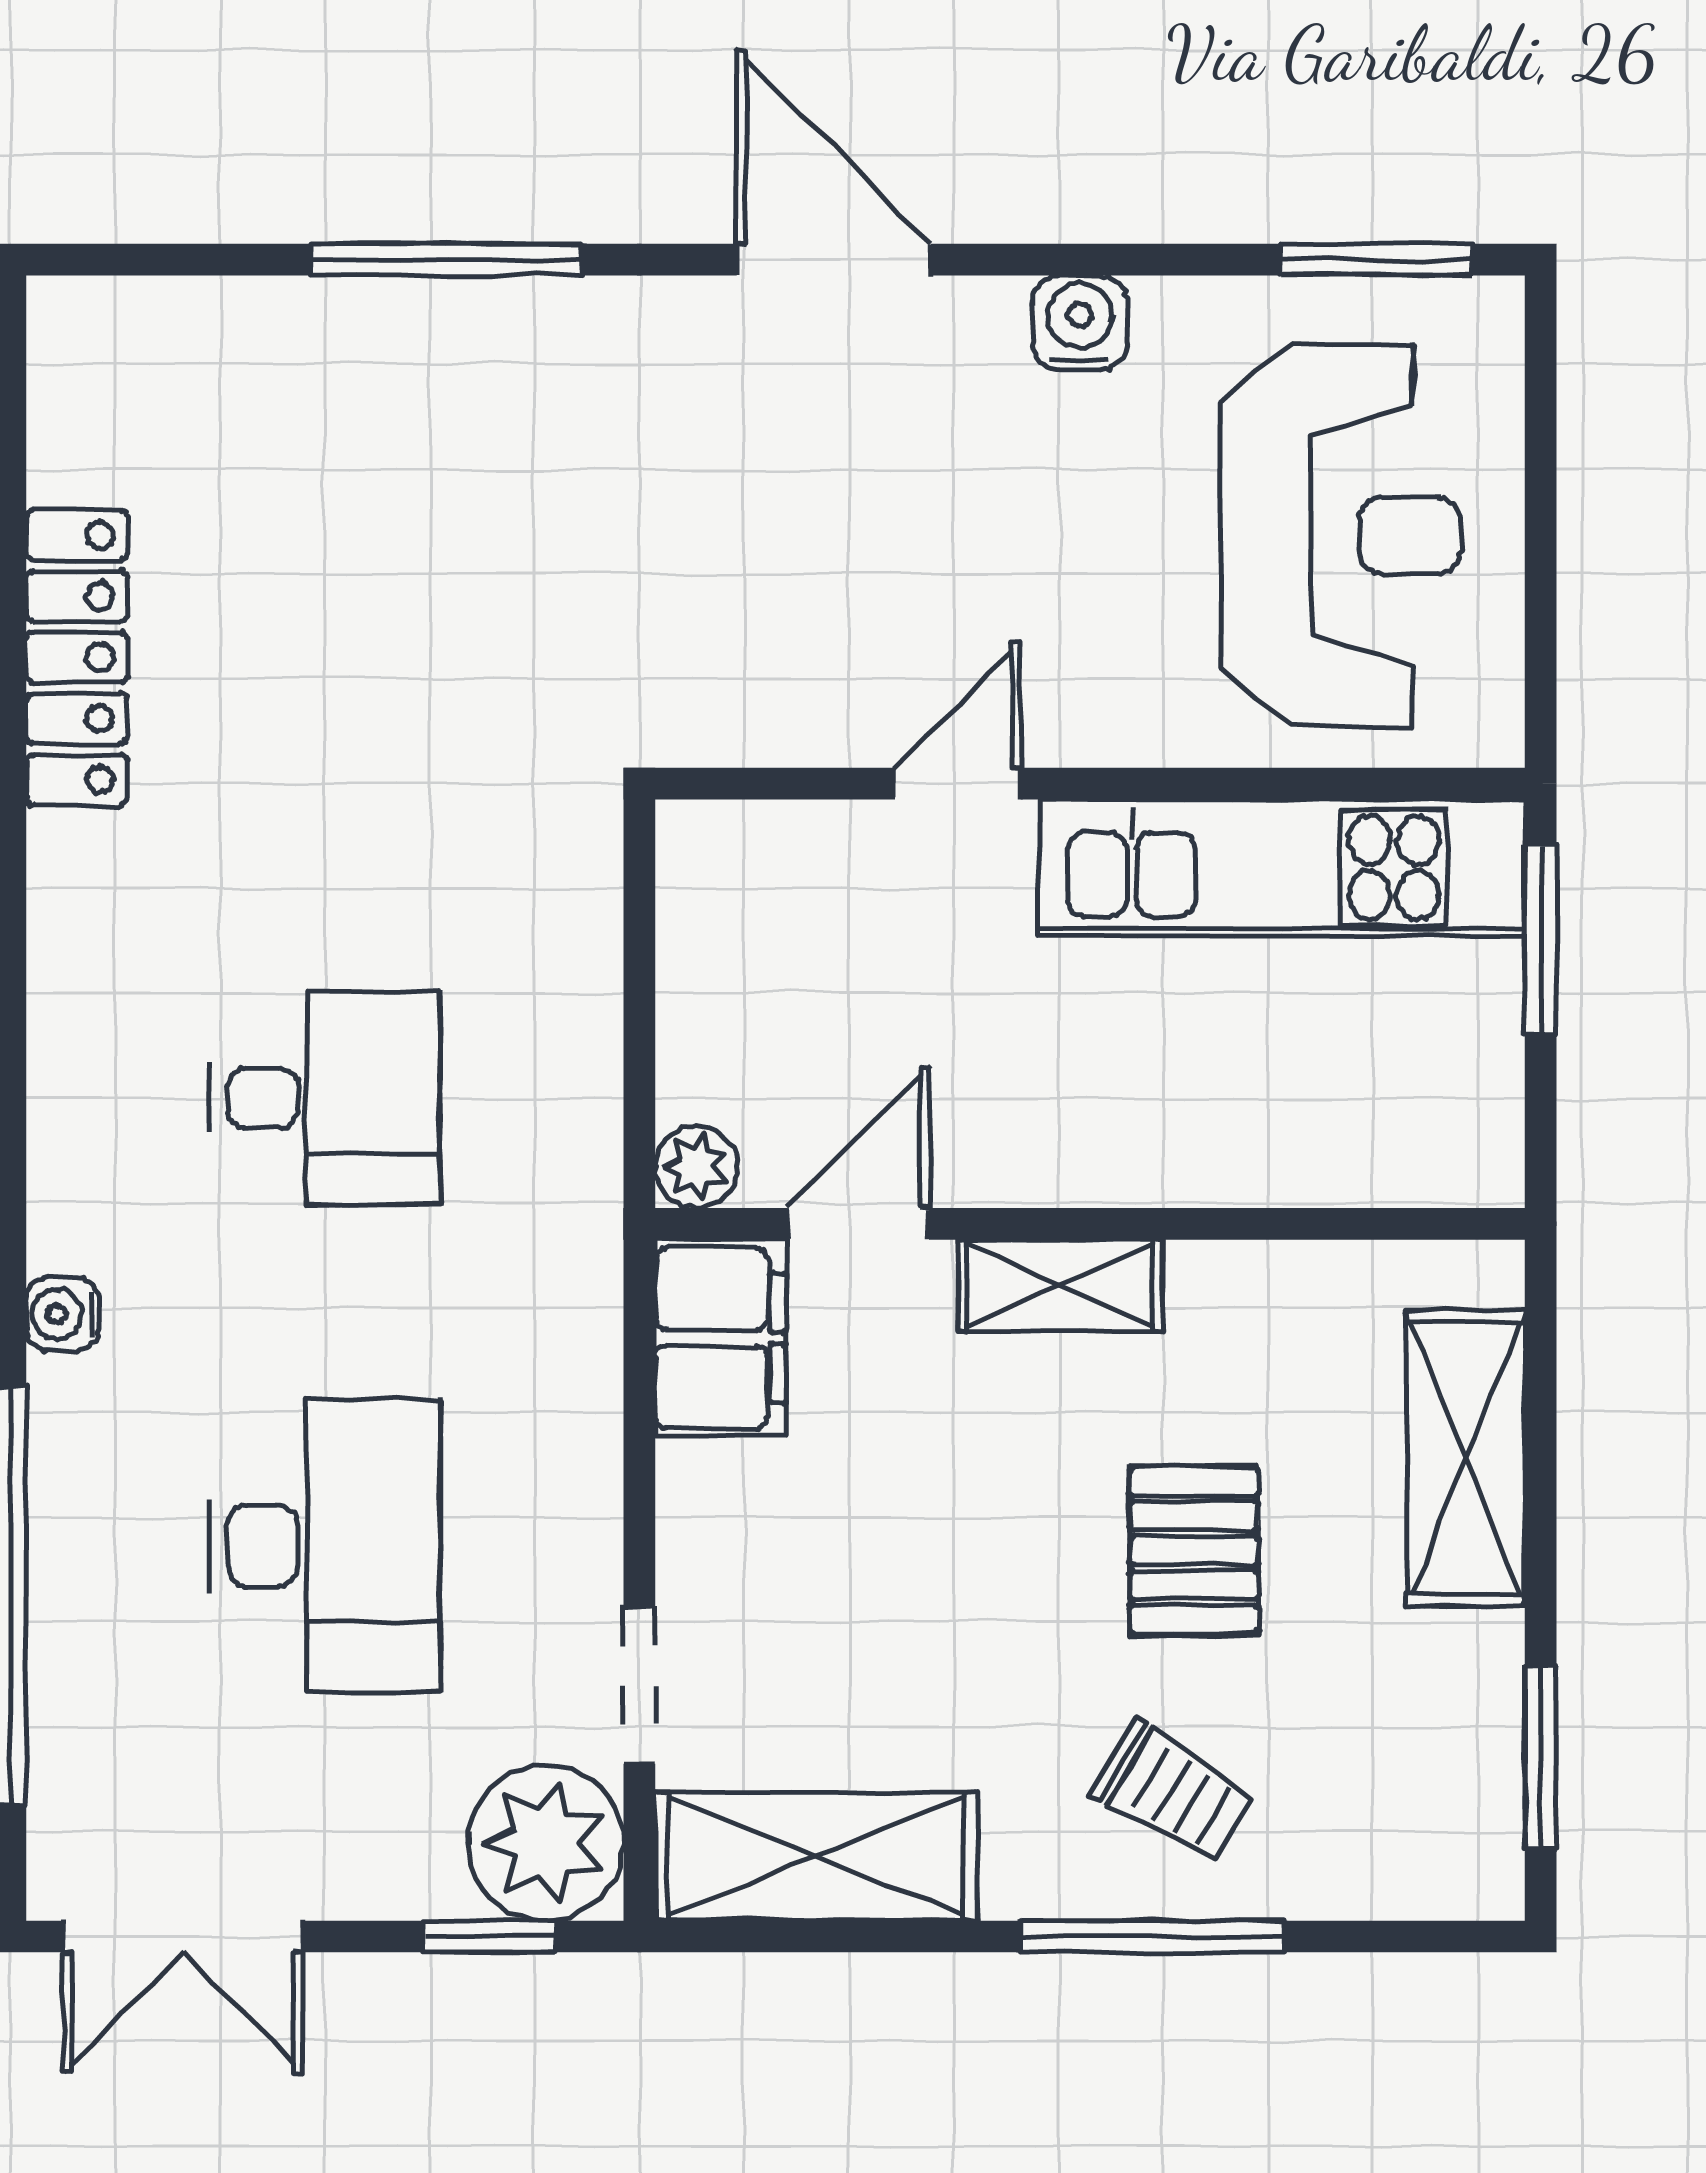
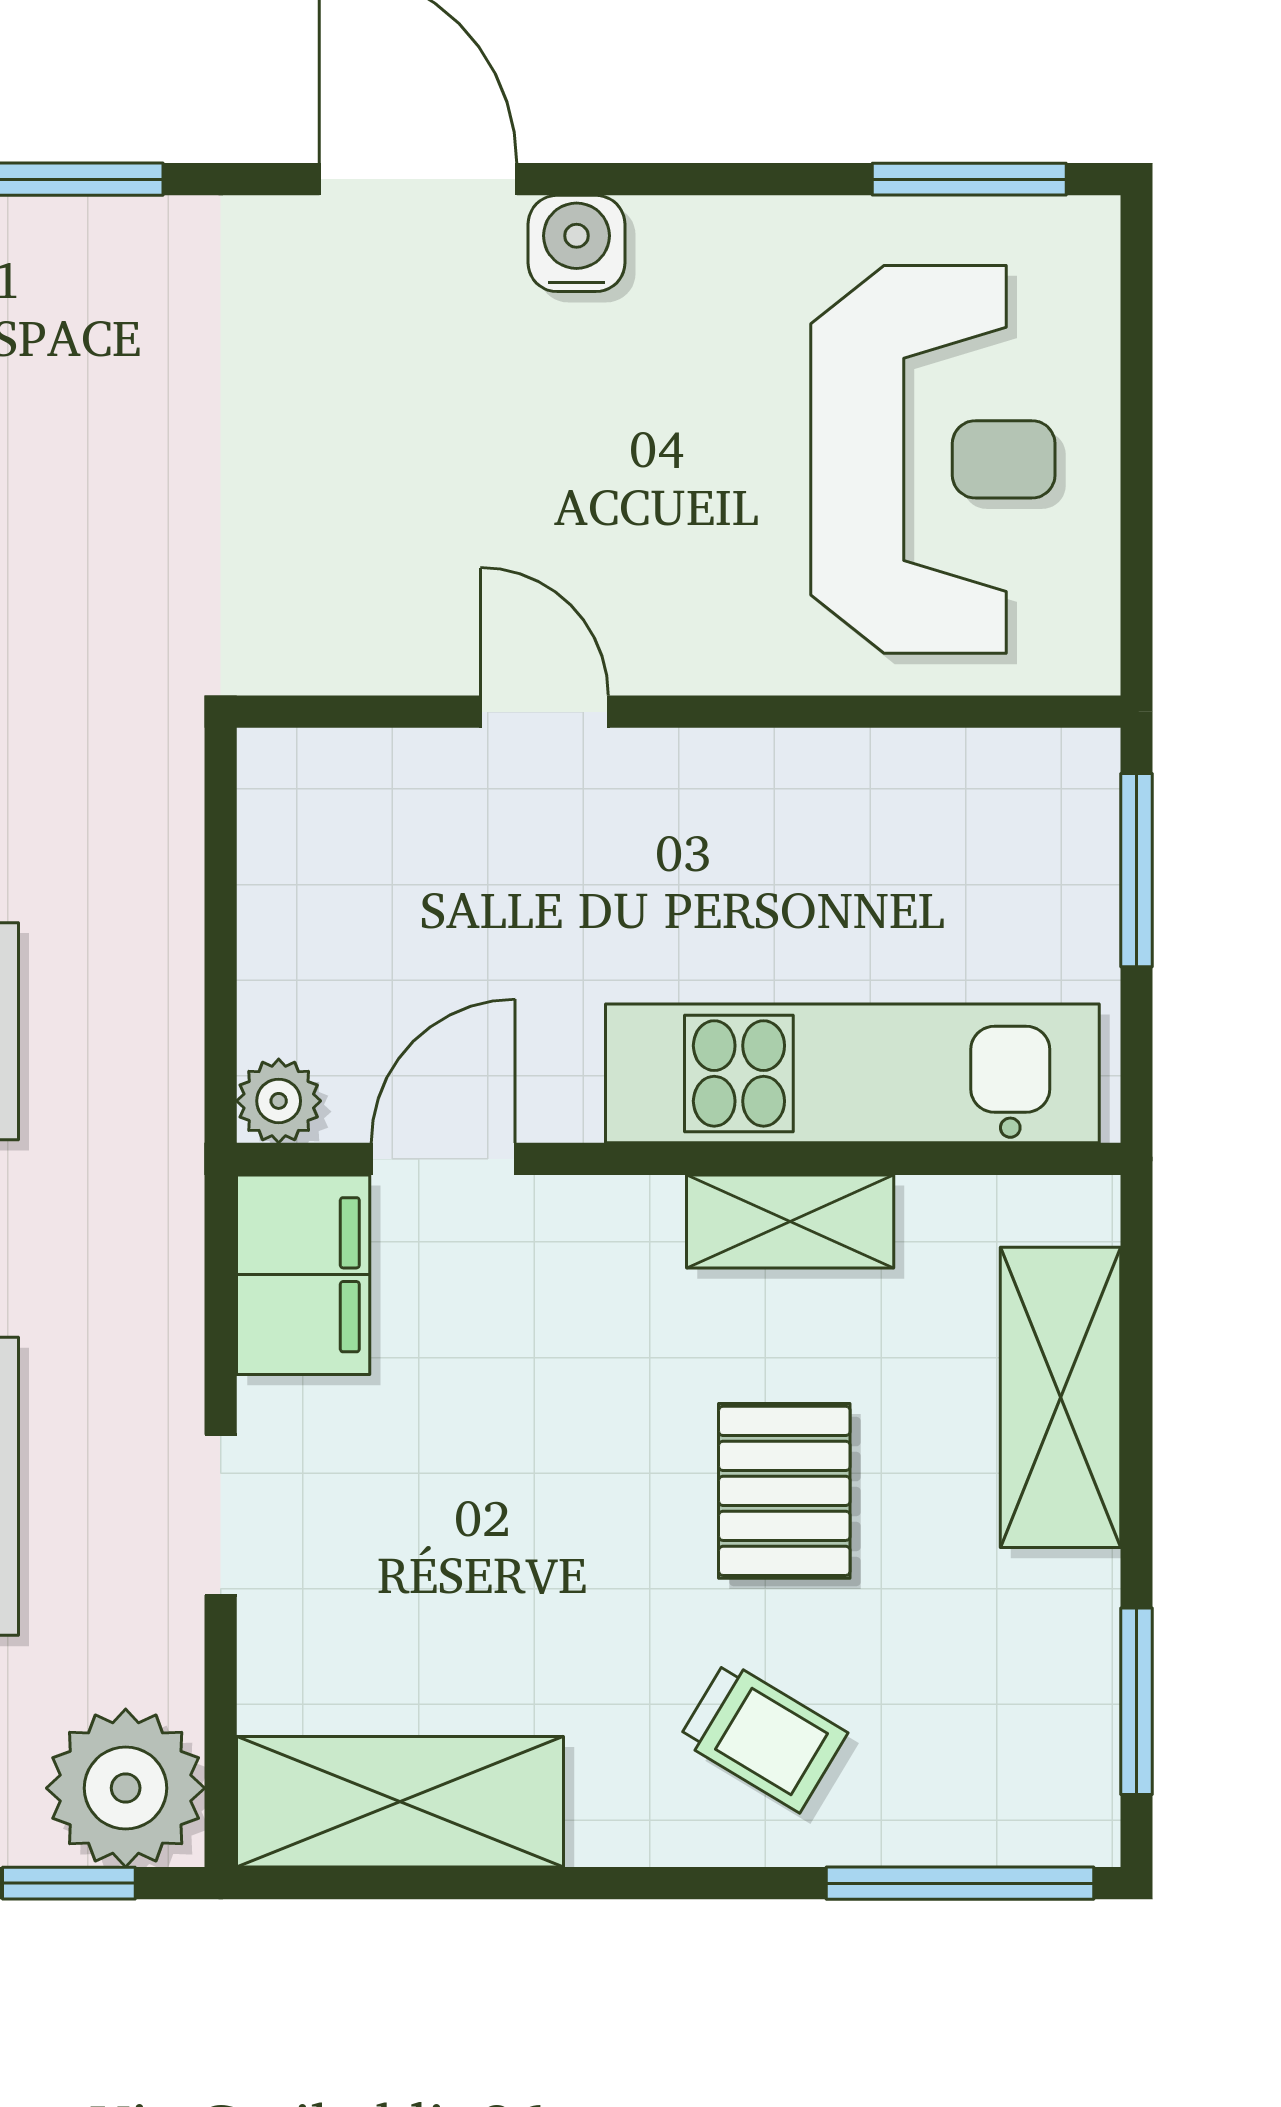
water cooler: (1080, 323) -> (576, 243), moved
door: (958, 784) -> (544, 712), hinge flipped
kitchen unit: (1282, 868) -> (852, 1073), moved, turned 180
shelving: (1060, 1285) -> (790, 1221), moved
doorway: (639, 1685) -> (221, 1515), moved
window: (1152, 1936) -> (960, 1883), moved

